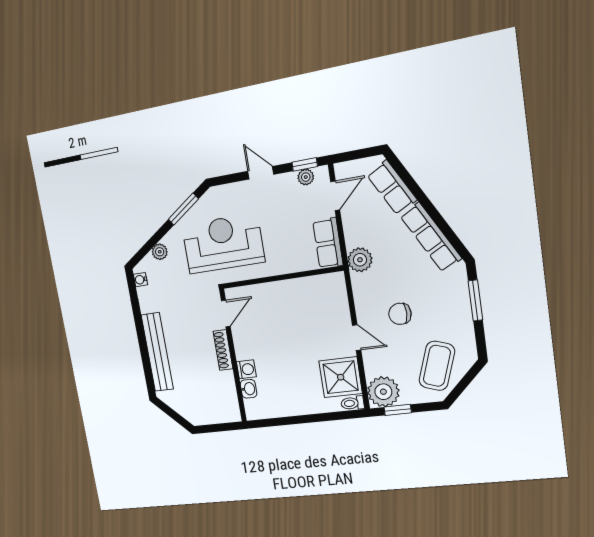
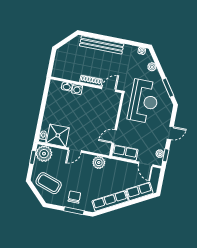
plant: (360, 260) -> (99, 163), moved
door: (305, 274) -> (114, 137), added
door: (226, 314) -> (109, 89), swing flipped
chair: (400, 314) -> (74, 197), moved

